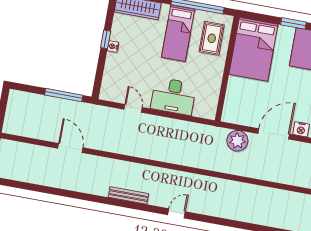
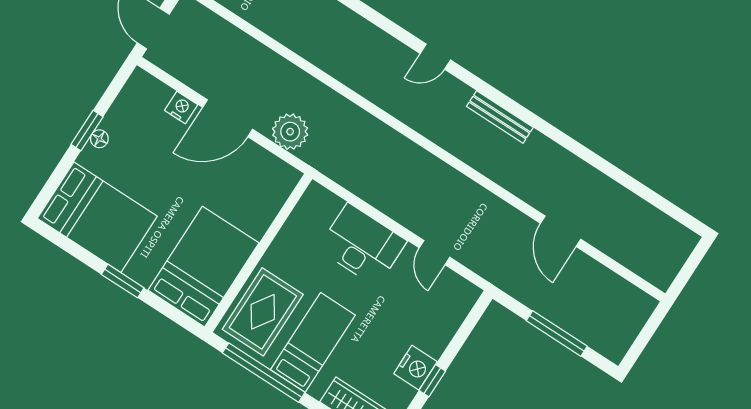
rug: (212, 38) -> (263, 312), width x1.36, depth x1.43
nightstand: (113, 46) -> (415, 368), width x1.89, depth x1.79
window: (64, 95) -> (557, 333), moved

